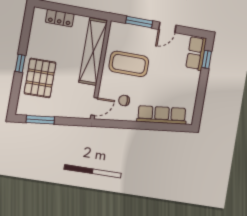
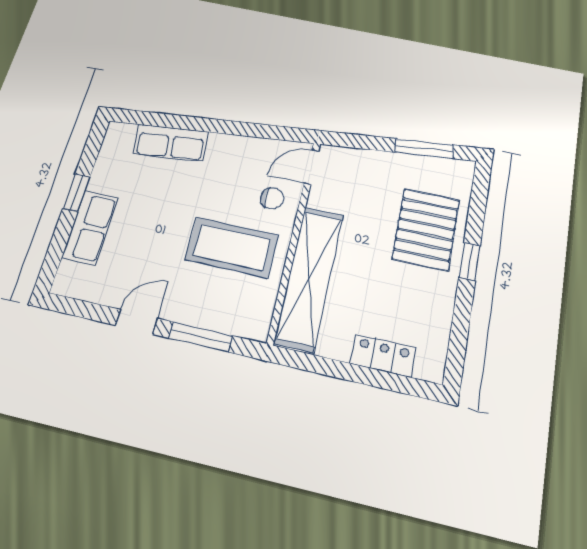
row of seats: (196, 53) -> (90, 227), moved
window: (207, 59) -> (76, 193), moved
chair: (124, 100) -> (272, 198), moved
row of seats: (162, 115) -> (171, 143), width x0.68

